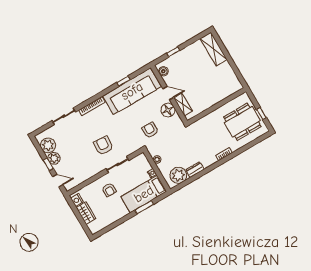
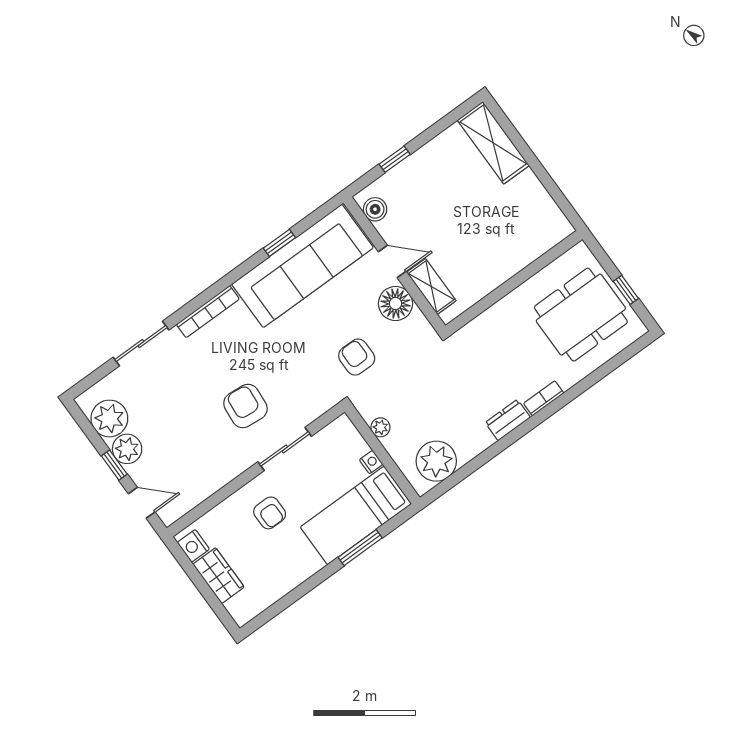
dresser: (195, 170) -> (508, 420), moved

